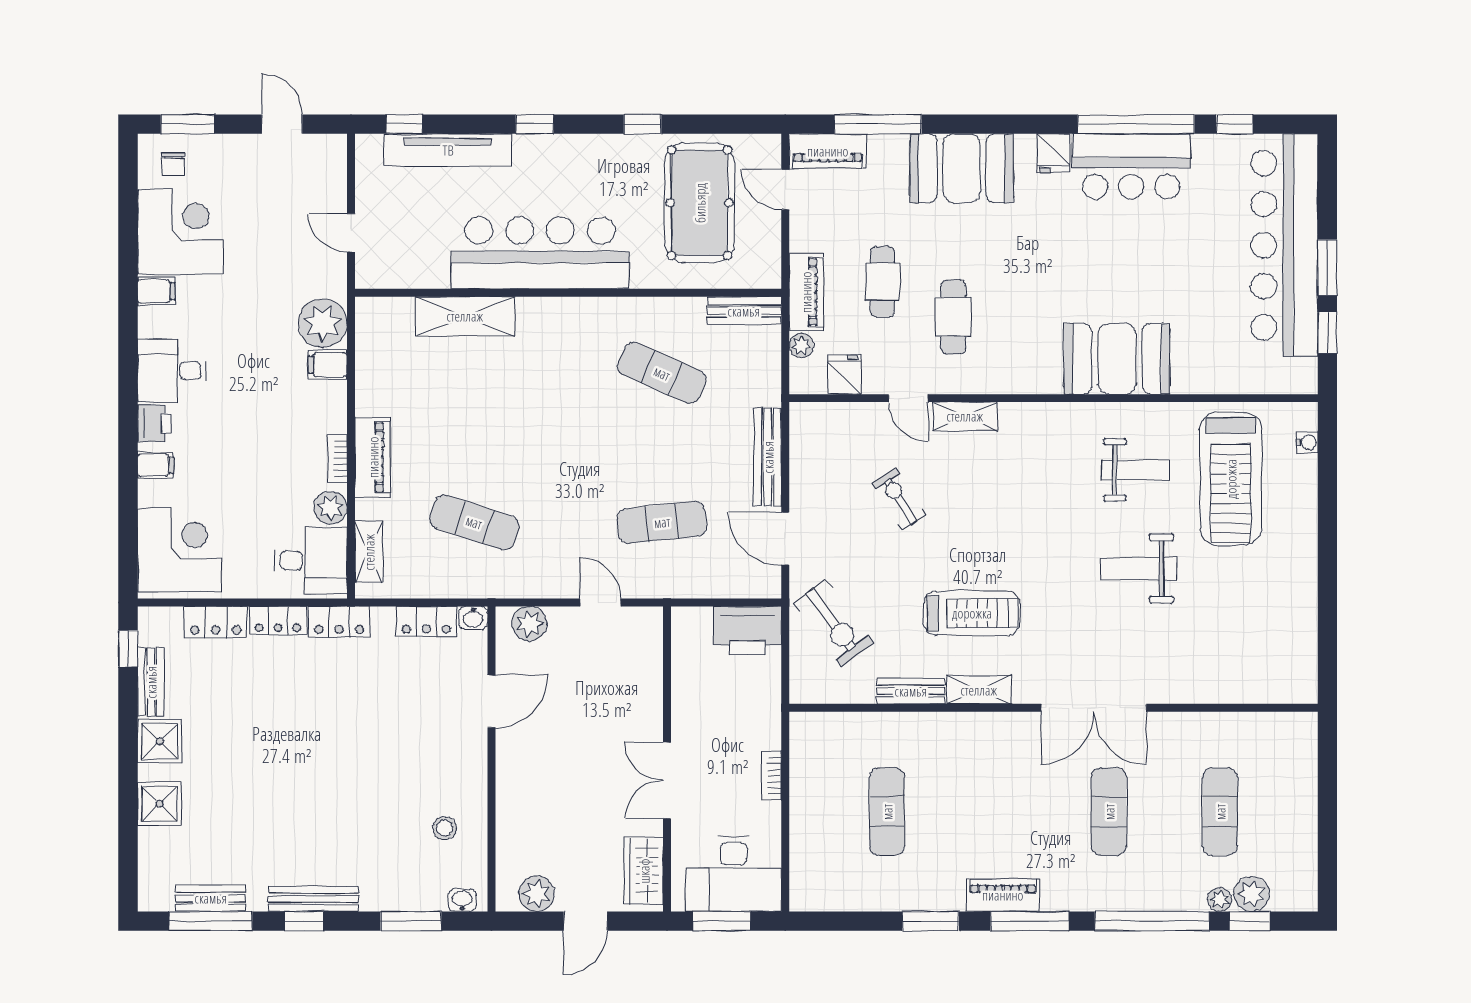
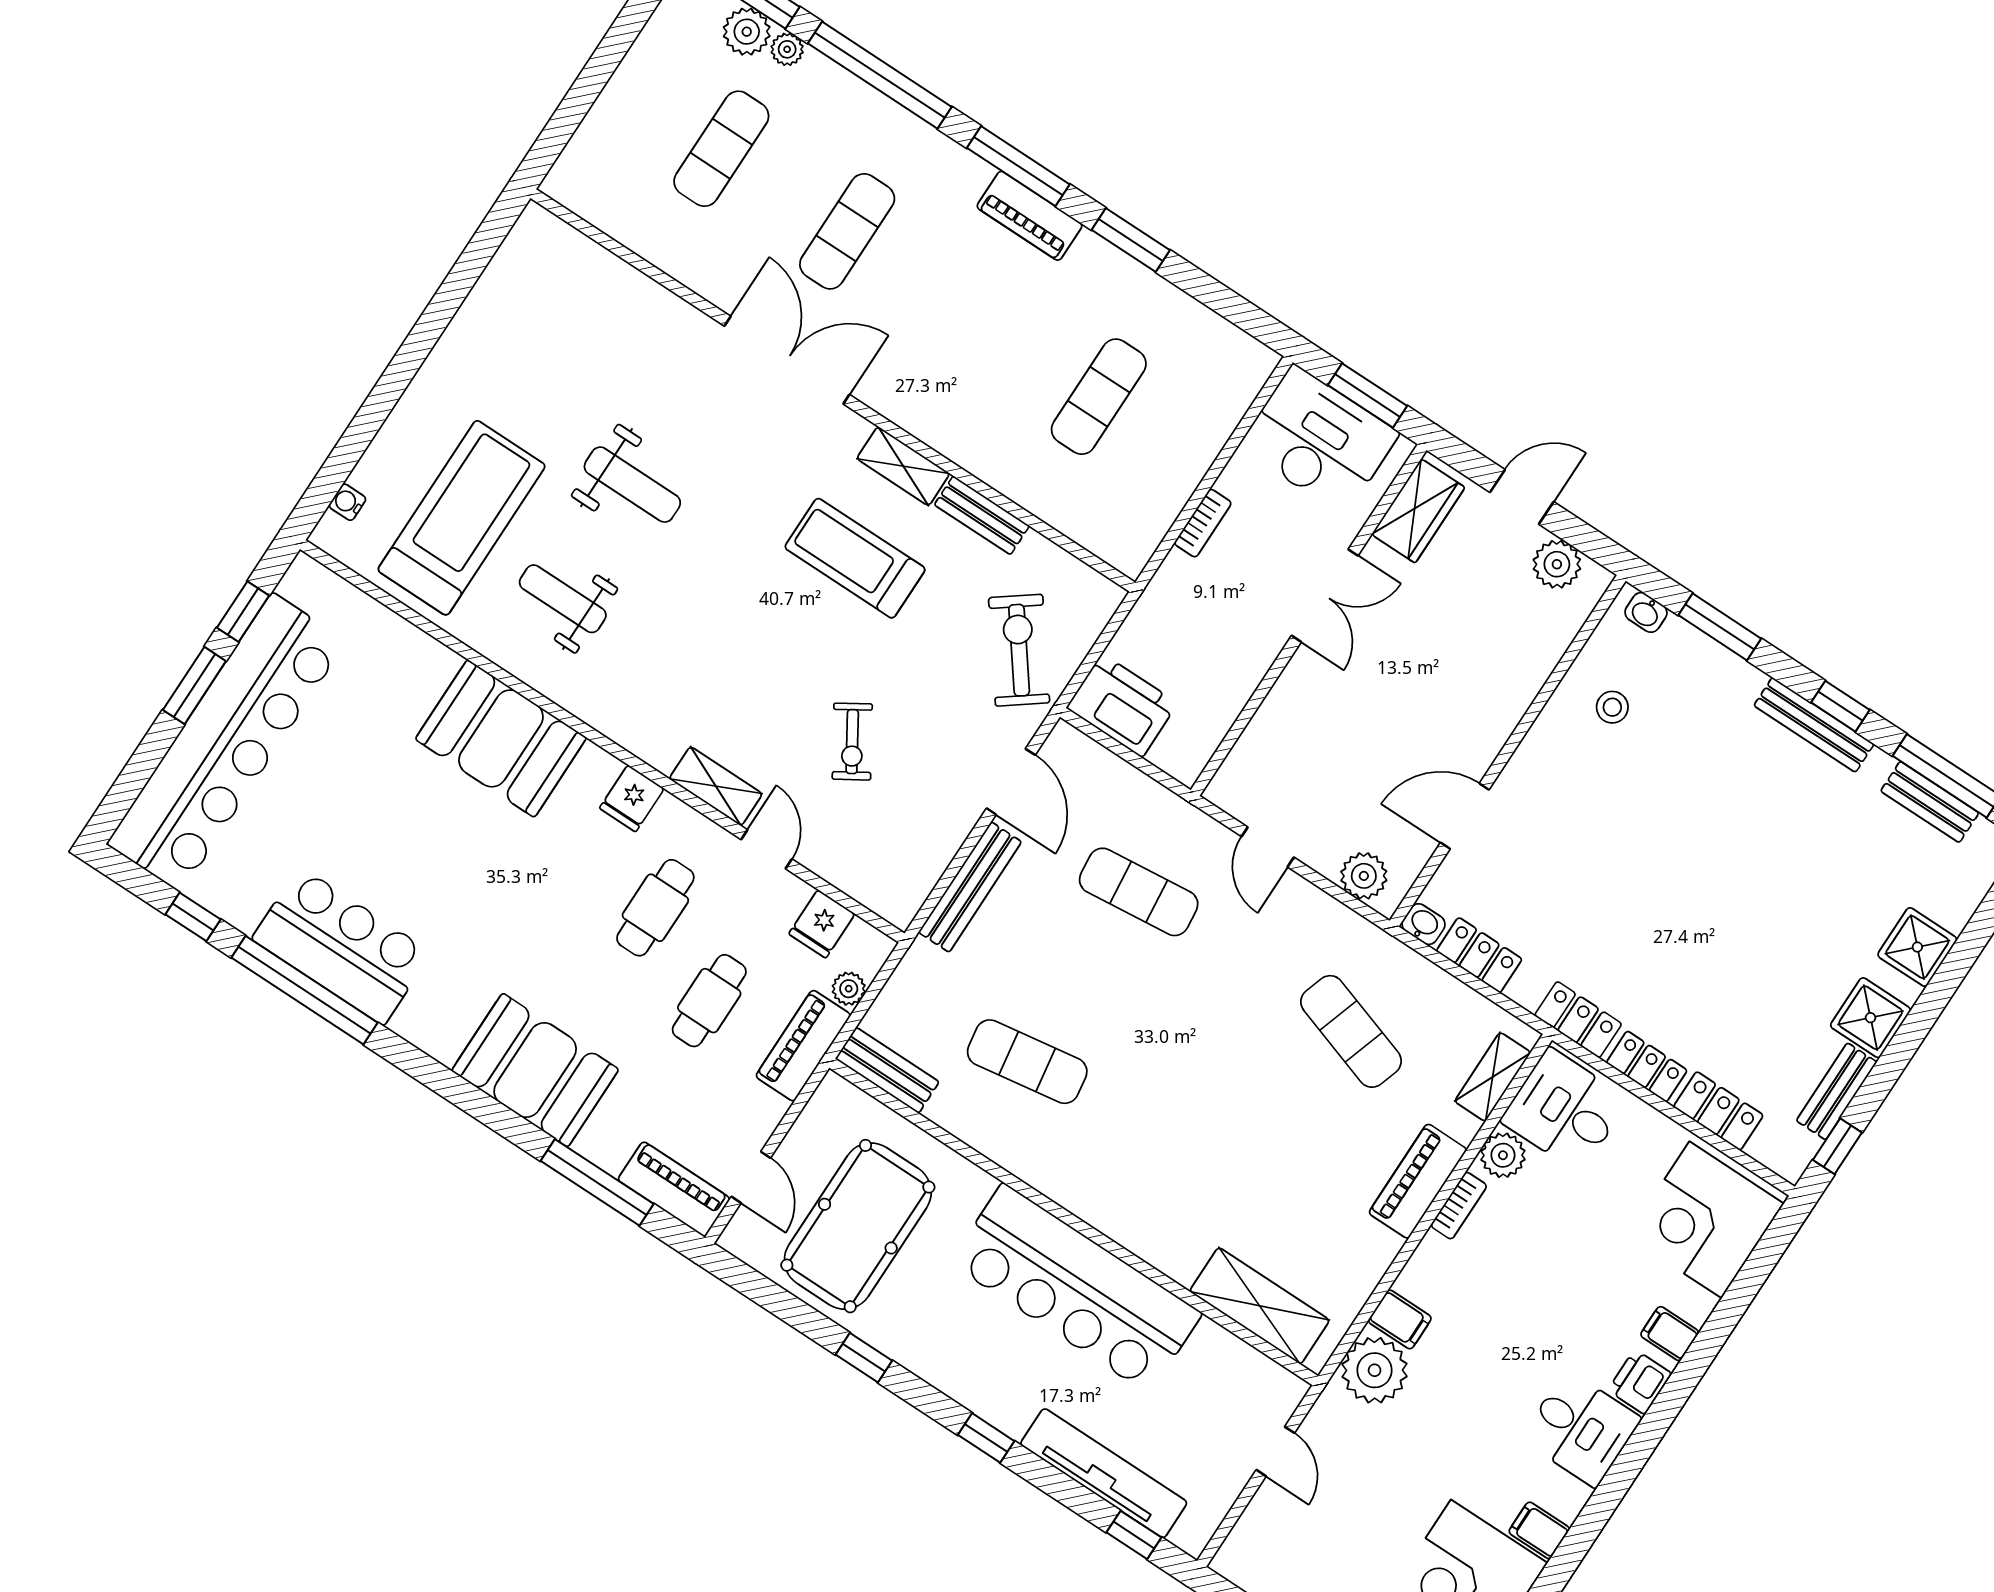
fridge: (1054, 153) -> (632, 798), moved, turned 180
shelving: (465, 316) -> (1260, 1306), moved
exercise mat: (662, 373) -> (1027, 1062), turned -33

